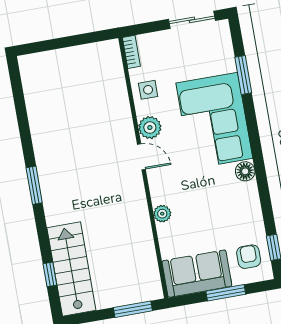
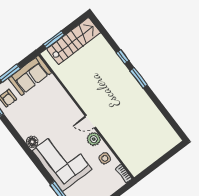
plant: (162, 214) -> (64, 97), removed
stairs: (71, 269) -> (74, 41), moved, turned -90
window: (50, 274) -> (123, 57), moved

